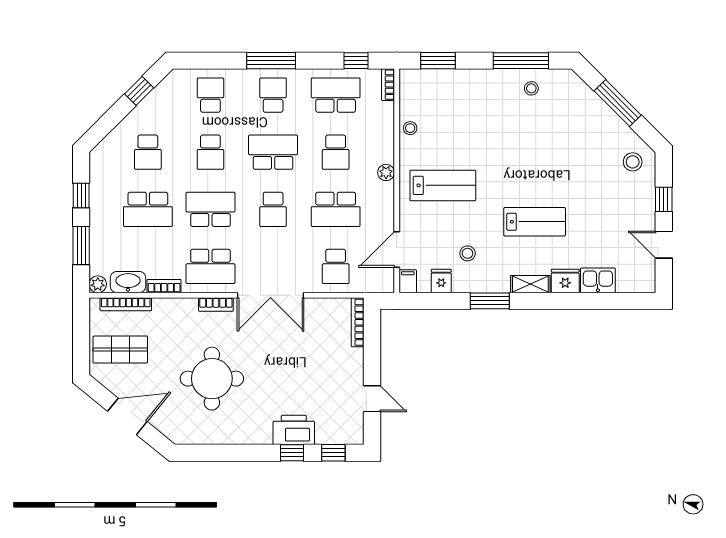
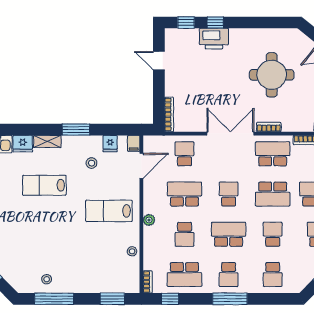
school desk: (273, 152) -> (229, 234), turned 180
school desk: (336, 152) -> (184, 234), turned 180

